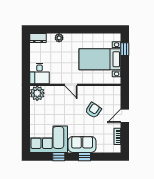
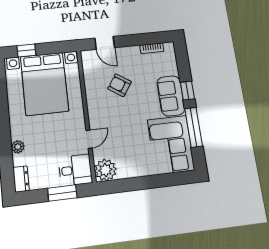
bed with nightstands: (100, 59) -> (44, 84), width x1.36
window: (26, 64) -> (62, 193), added
door: (71, 85) -> (89, 139), moved
door: (125, 116) -> (105, 43), moved
window: (59, 157) -> (194, 127), width x2.17

